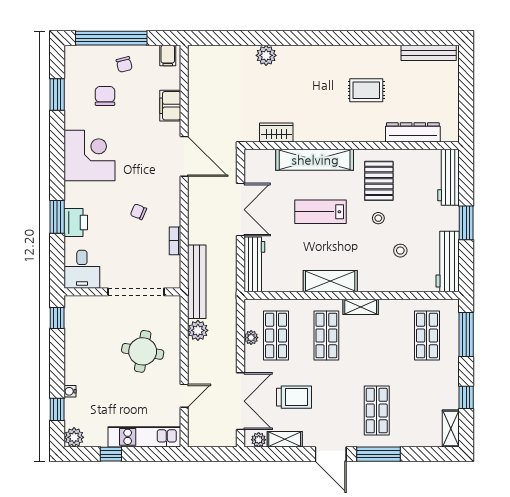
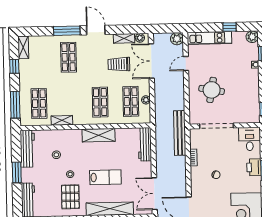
double door: (240, 210) -> (154, 194), moved
shelving: (361, 307) -> (62, 120), moved
plant: (198, 330) -> (177, 39), moved

